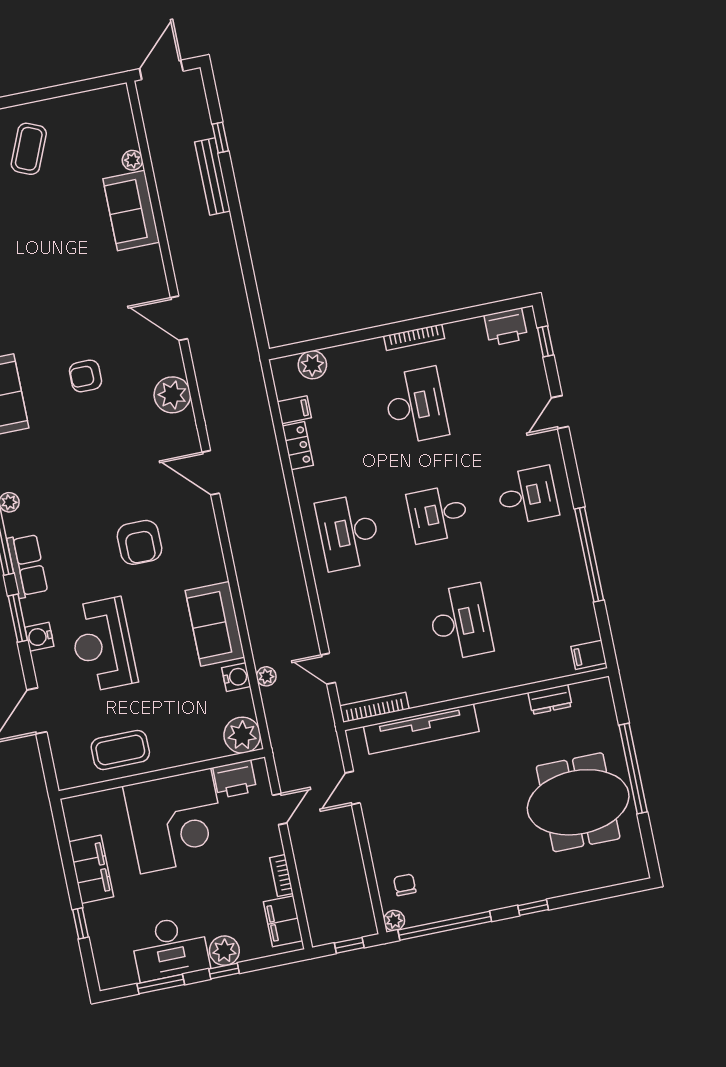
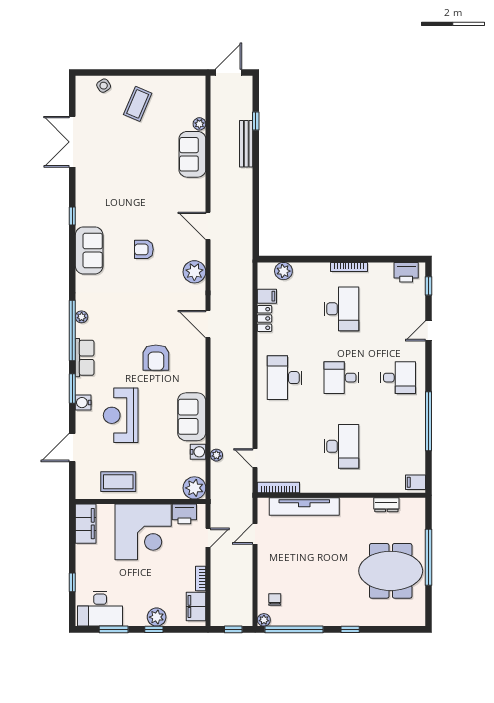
filing cabinet: (91, 869) -> (86, 524), moved
desk: (170, 948) -> (100, 609), moved

